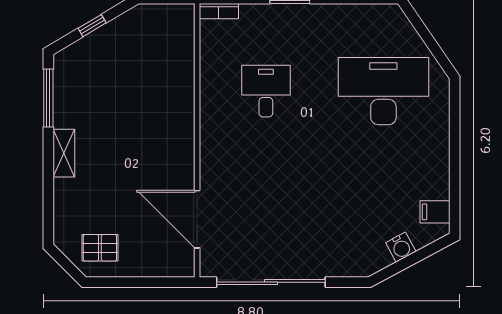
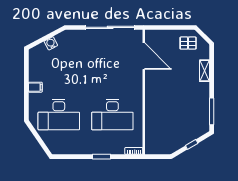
desk: (266, 91) -> (112, 115), width x1.87, depth x1.30
shelving: (64, 153) -> (205, 71), moved
filing cabinet: (435, 212) -> (35, 87), moved

